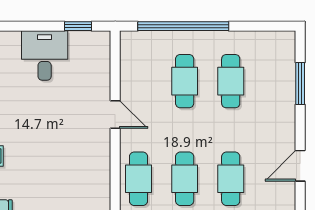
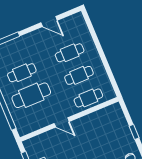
cafe table: (185, 81) -> (31, 95), width x1.37, depth x1.35
door: (115, 115) -> (62, 122), swing flipped

